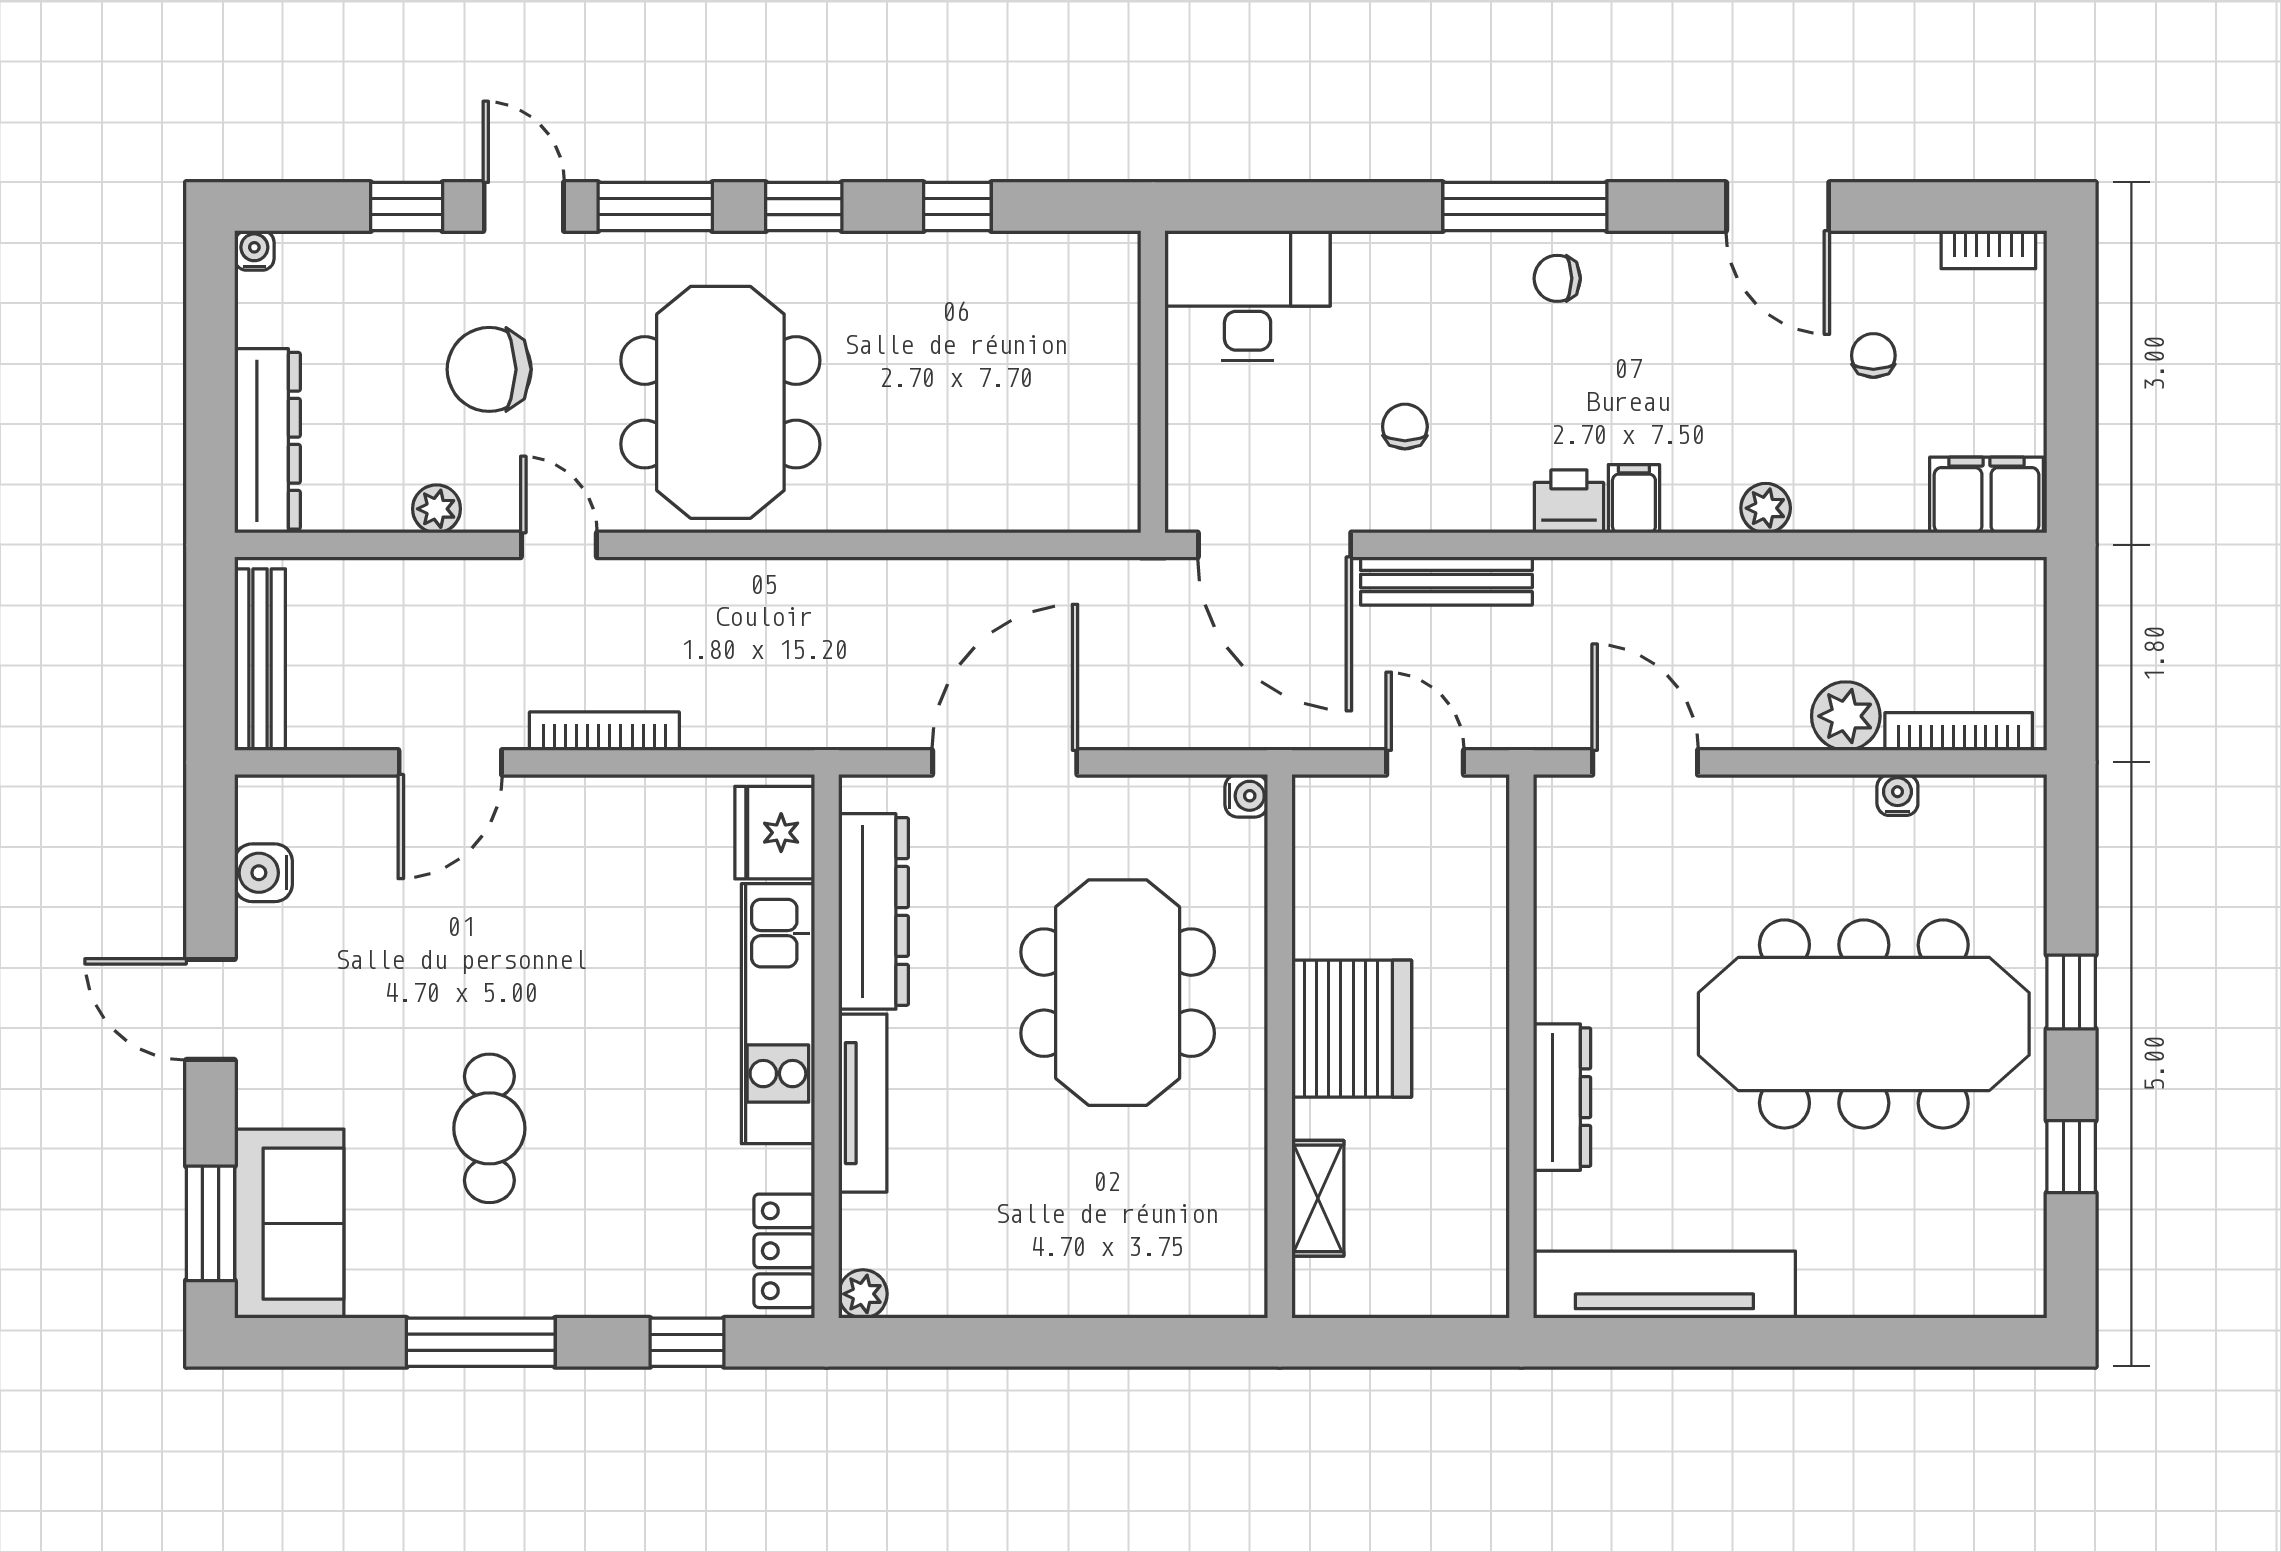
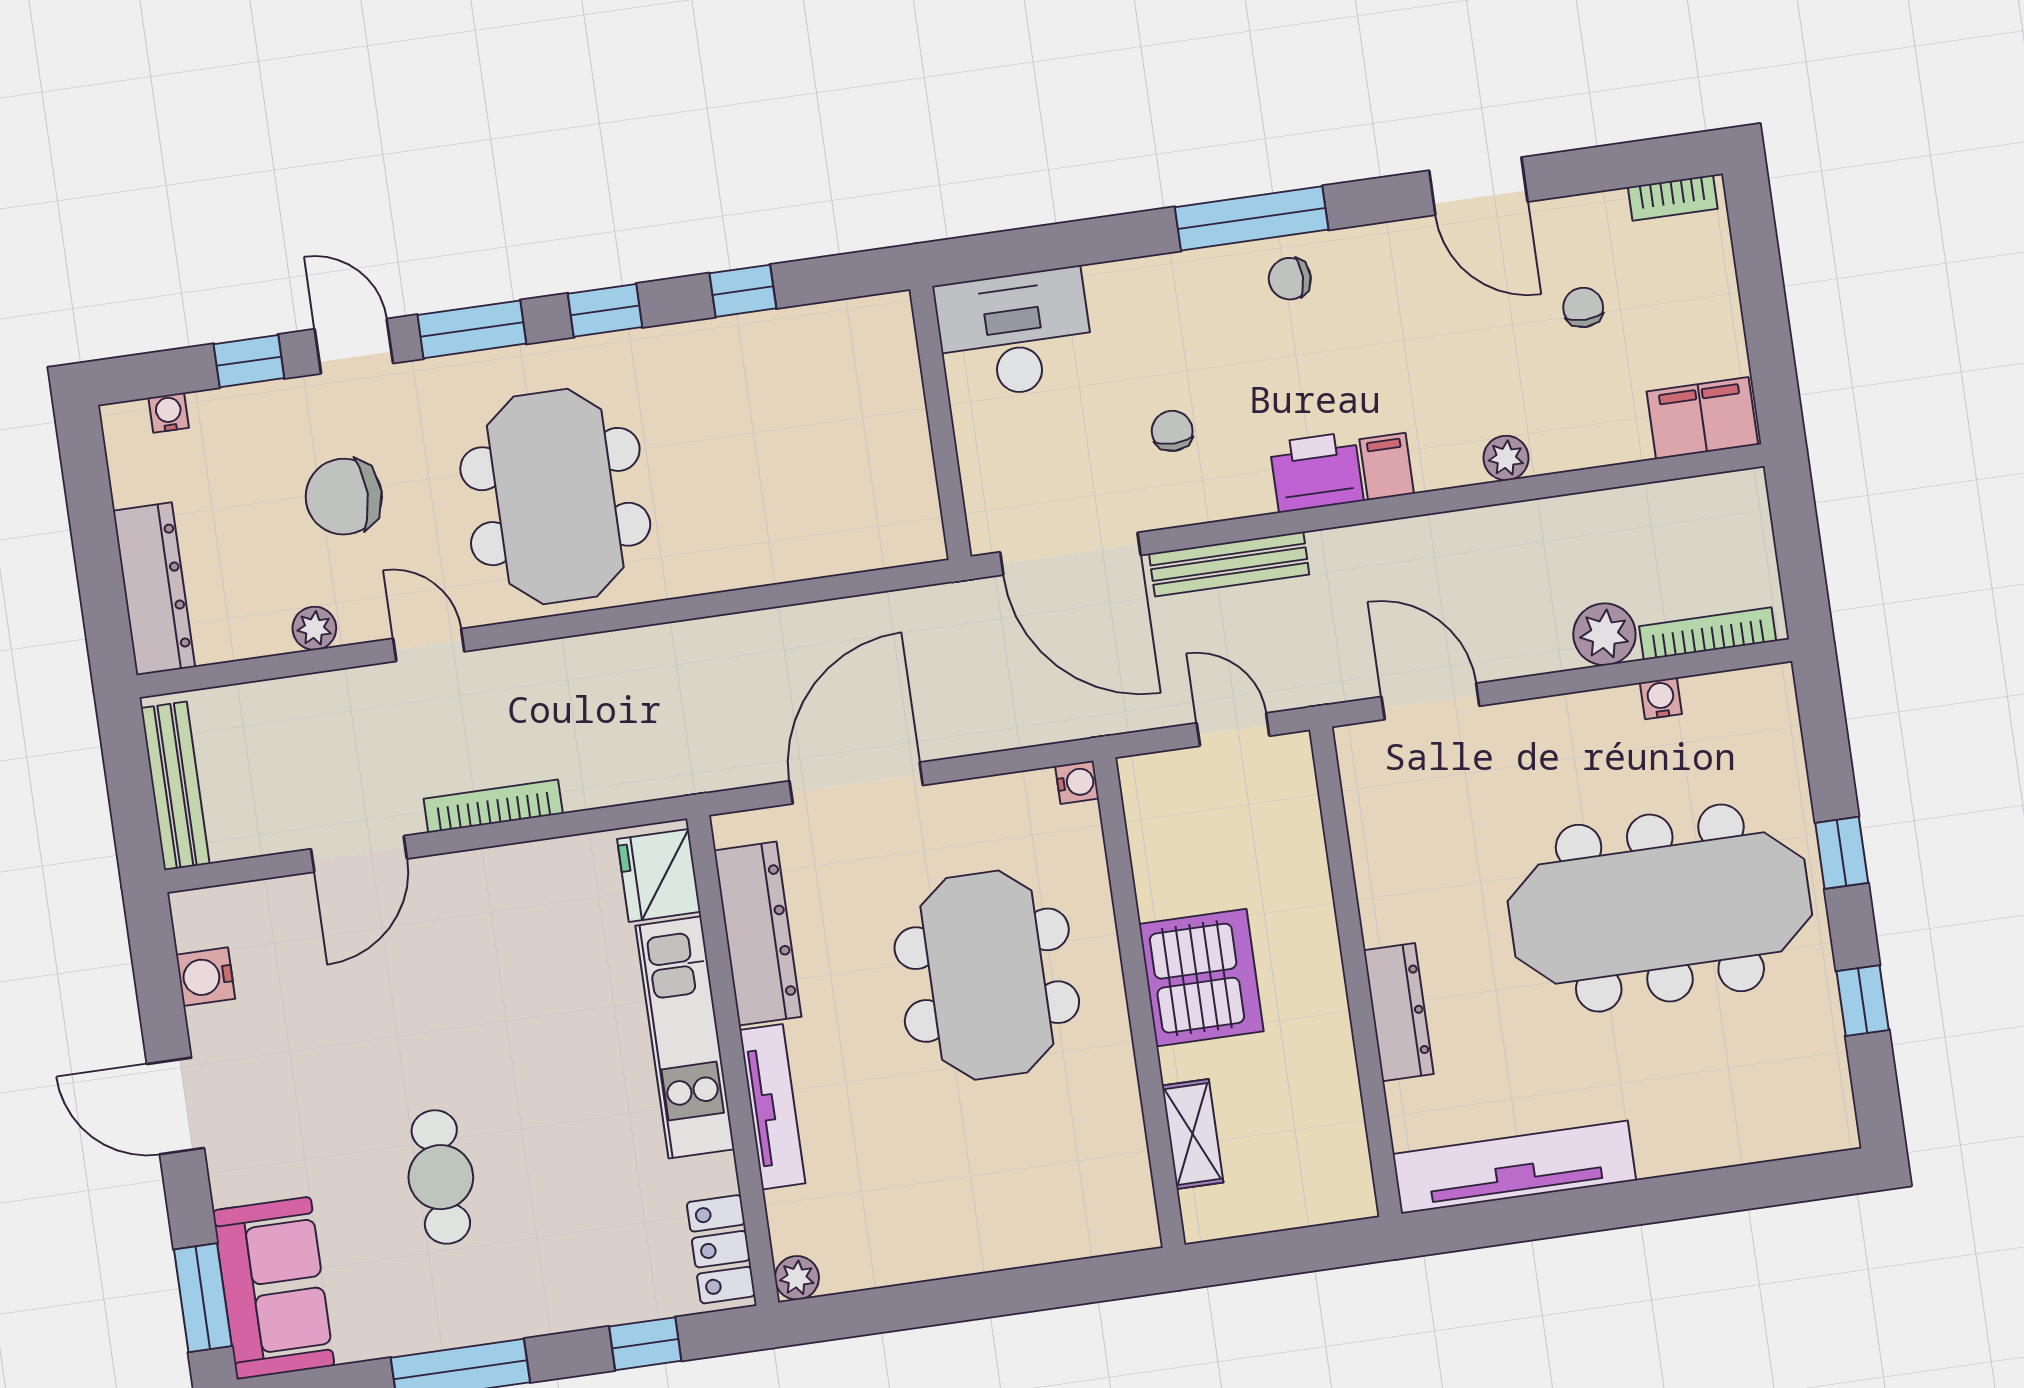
water cooler: (254, 250) -> (169, 413), moved
printer: (1569, 501) -> (1317, 472), width x1.36, depth x1.24

